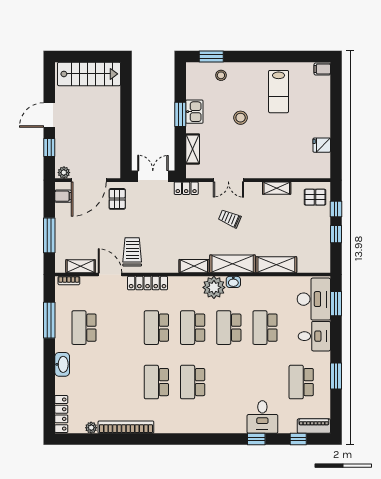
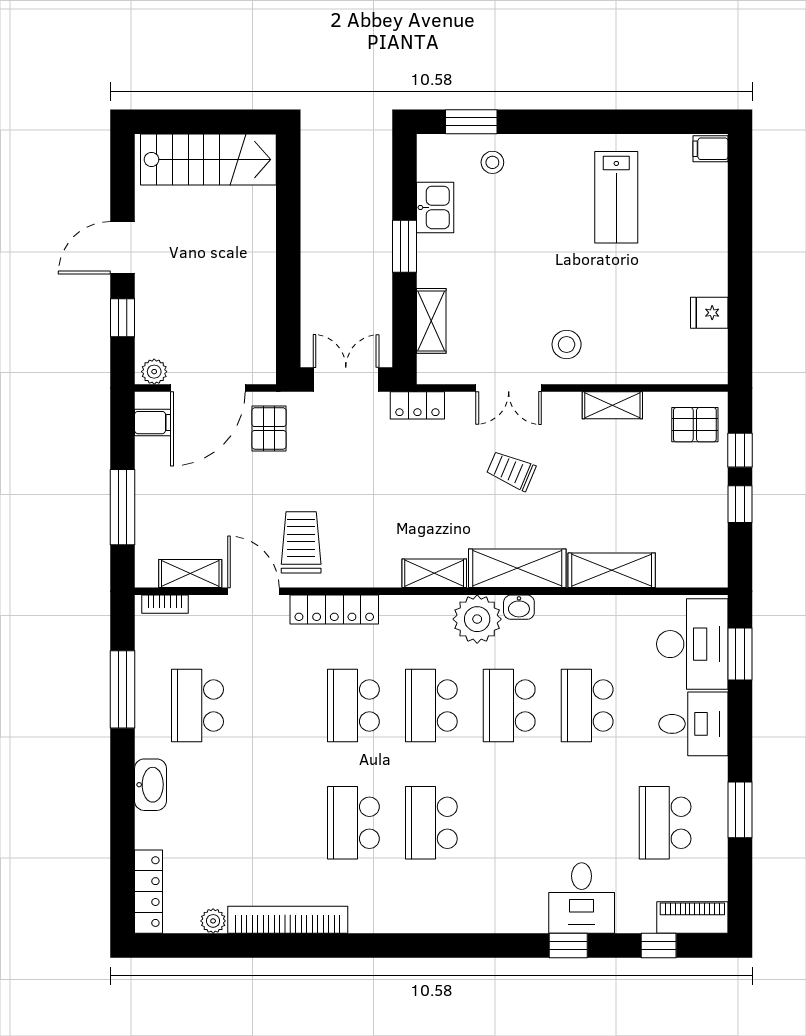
kitchen sink: (194, 112) -> (435, 207), moved
stool: (241, 118) -> (567, 344), moved

